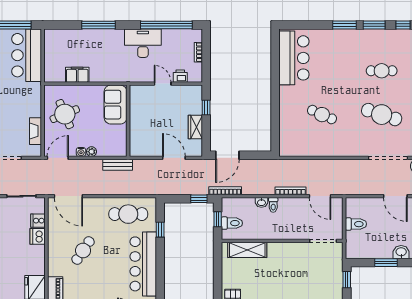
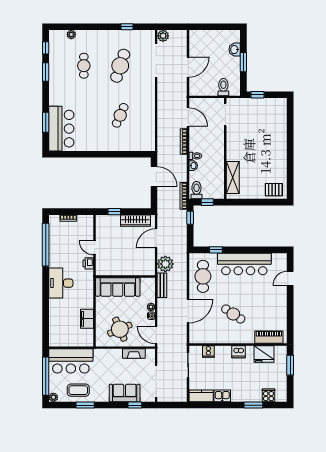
window: (99, 25) -> (46, 301), removed
window: (345, 25) -> (46, 122), moved
desk: (143, 43) -> (61, 283), moved
bar counter: (294, 58) -> (61, 129), moved, turned 90
printer: (180, 76) -> (88, 263), moved
door: (163, 84) -> (95, 248), hinge flipped
sofa: (116, 105) -> (118, 287), width x1.36
wardrobe: (195, 127) -> (135, 221), width x1.50
door: (227, 155) -> (154, 176), moved
plant: (143, 169) -> (165, 264), added
door: (68, 196) -> (188, 311), moved
door: (320, 196) -> (188, 117), hinge flipped
door: (395, 196) -> (188, 67), moved
toilet: (232, 223) -> (196, 190), moved
toilet: (356, 224) -> (223, 87), moved
dishwasher: (38, 236) -> (239, 352), moved

